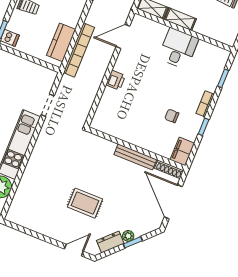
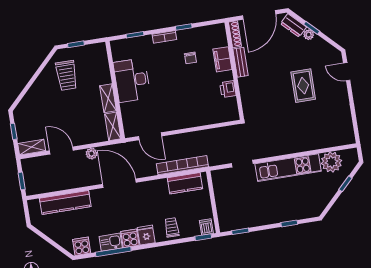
desk: (178, 49) -> (132, 80), width x1.37
printer: (116, 80) -> (228, 89), moved, turned -90
filing cabinet: (182, 151) -> (222, 59), moved, turned 90
bench: (135, 157) -> (241, 62), width x0.73
dresser: (110, 242) -> (293, 25), moved

